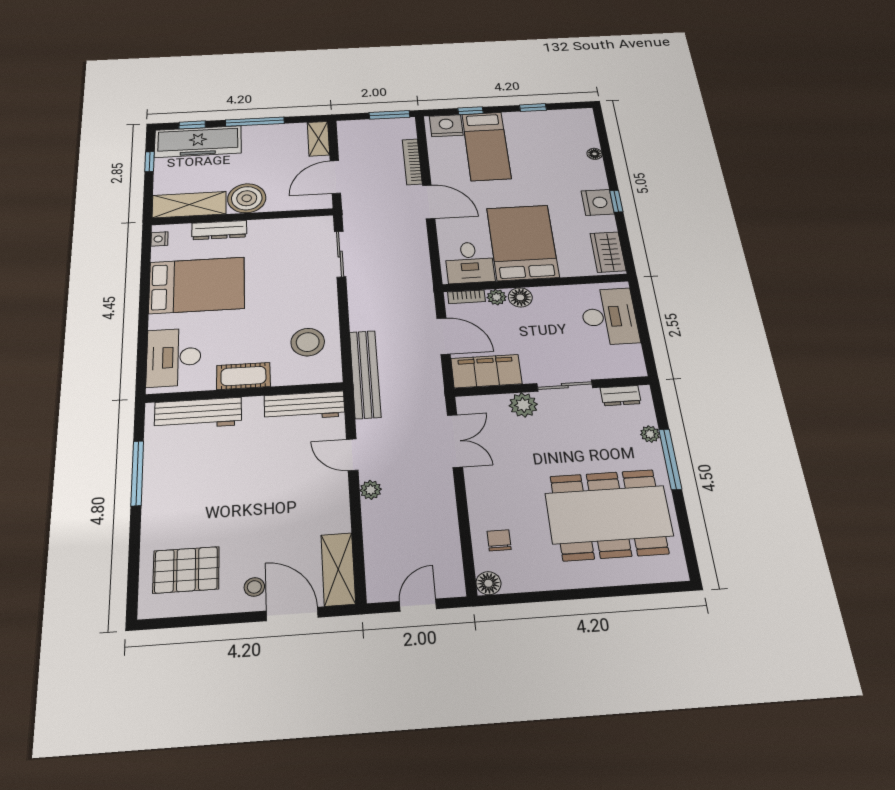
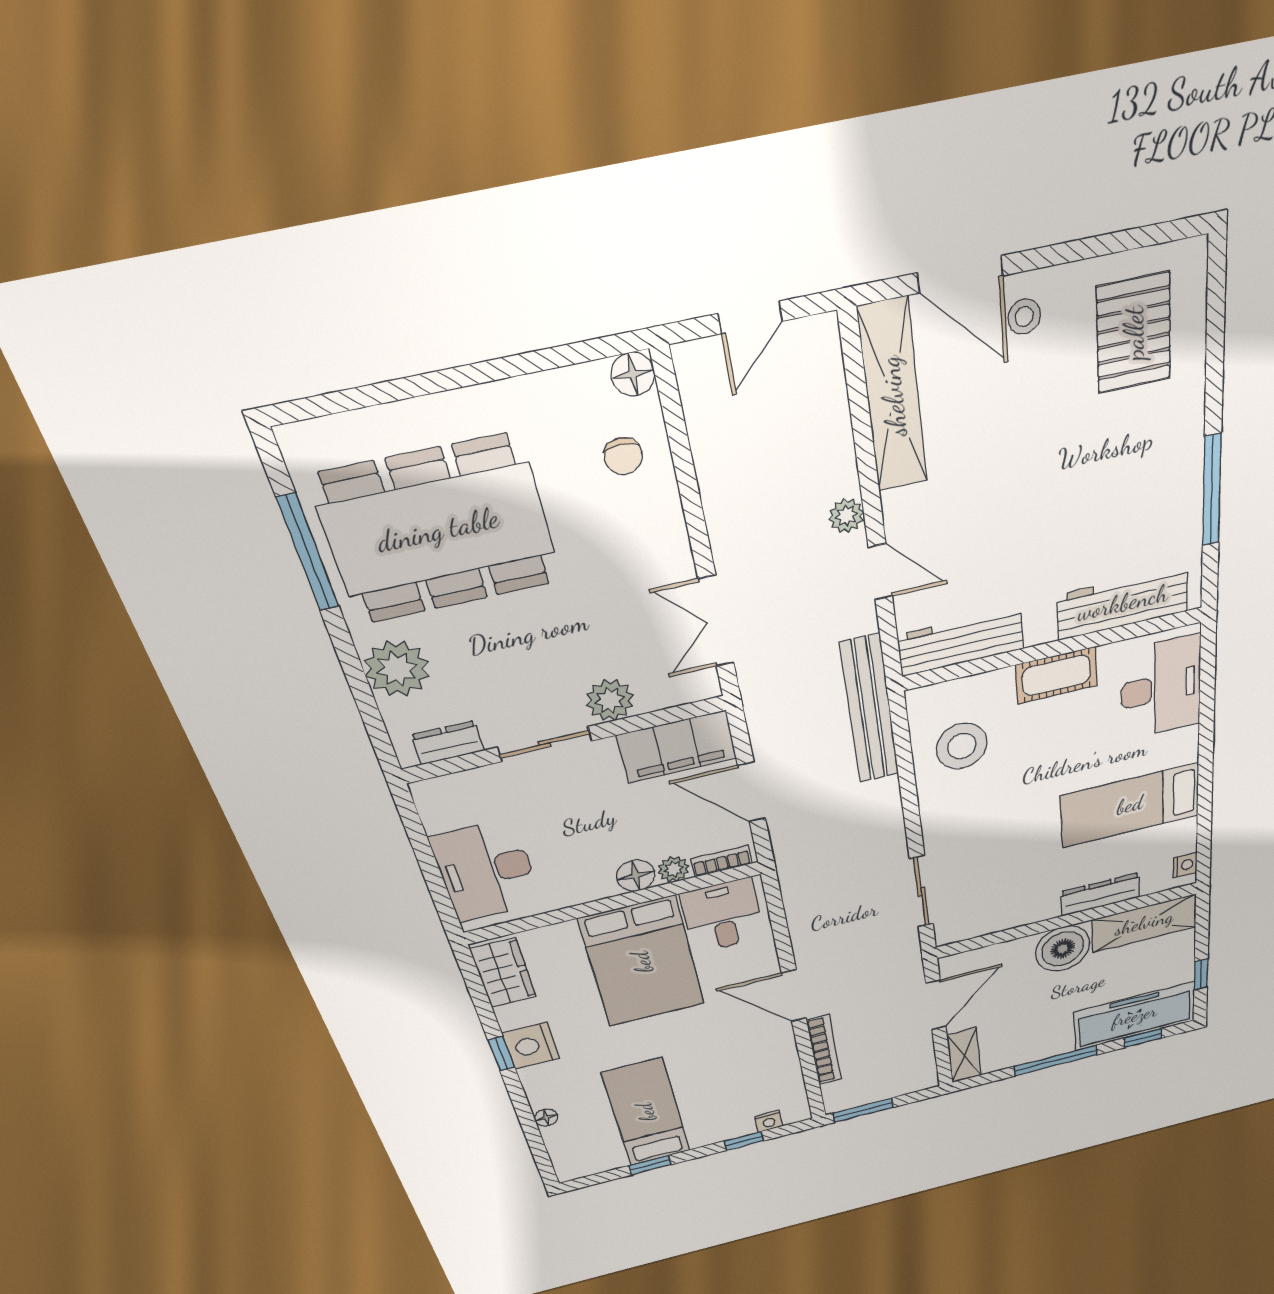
nightstand: (446, 126) -> (769, 1121), width x0.53, depth x0.56
bed: (486, 146) -> (646, 1112), moved
bed: (197, 285) -> (1130, 805), width x0.67
plant: (650, 434) -> (397, 669), width x1.88, depth x1.88
window: (670, 459) -> (308, 553), moved
shelving: (338, 569) -> (893, 397), width x1.47
pallet: (186, 570) -> (1134, 333), turned 90

